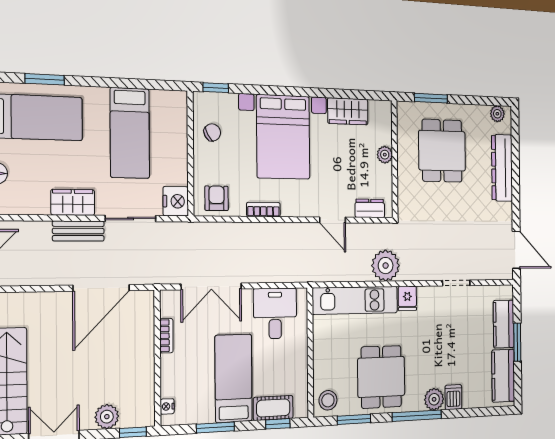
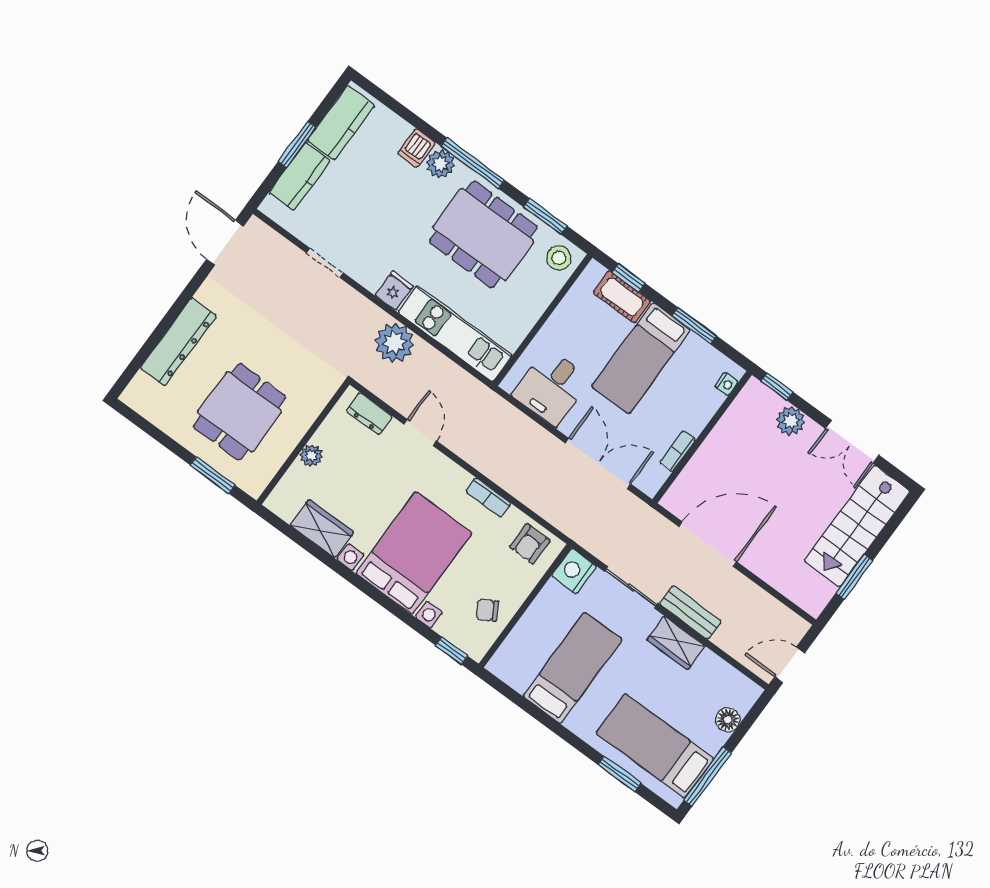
plant: (497, 114) -> (141, 403), removed
dining table: (381, 377) -> (483, 234), width x1.38

